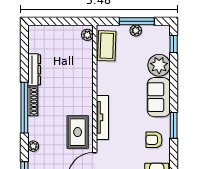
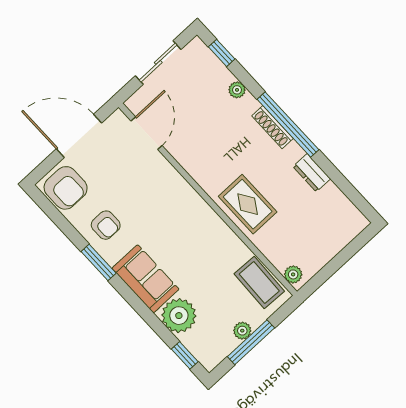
dresser: (34, 70) -> (312, 173), width x0.70
shoe rack: (33, 101) -> (272, 127), moved
tv unit: (102, 117) -> (188, 196), removed
rug: (78, 132) -> (248, 204), moved
armchair: (154, 140) -> (106, 225), turned 90

